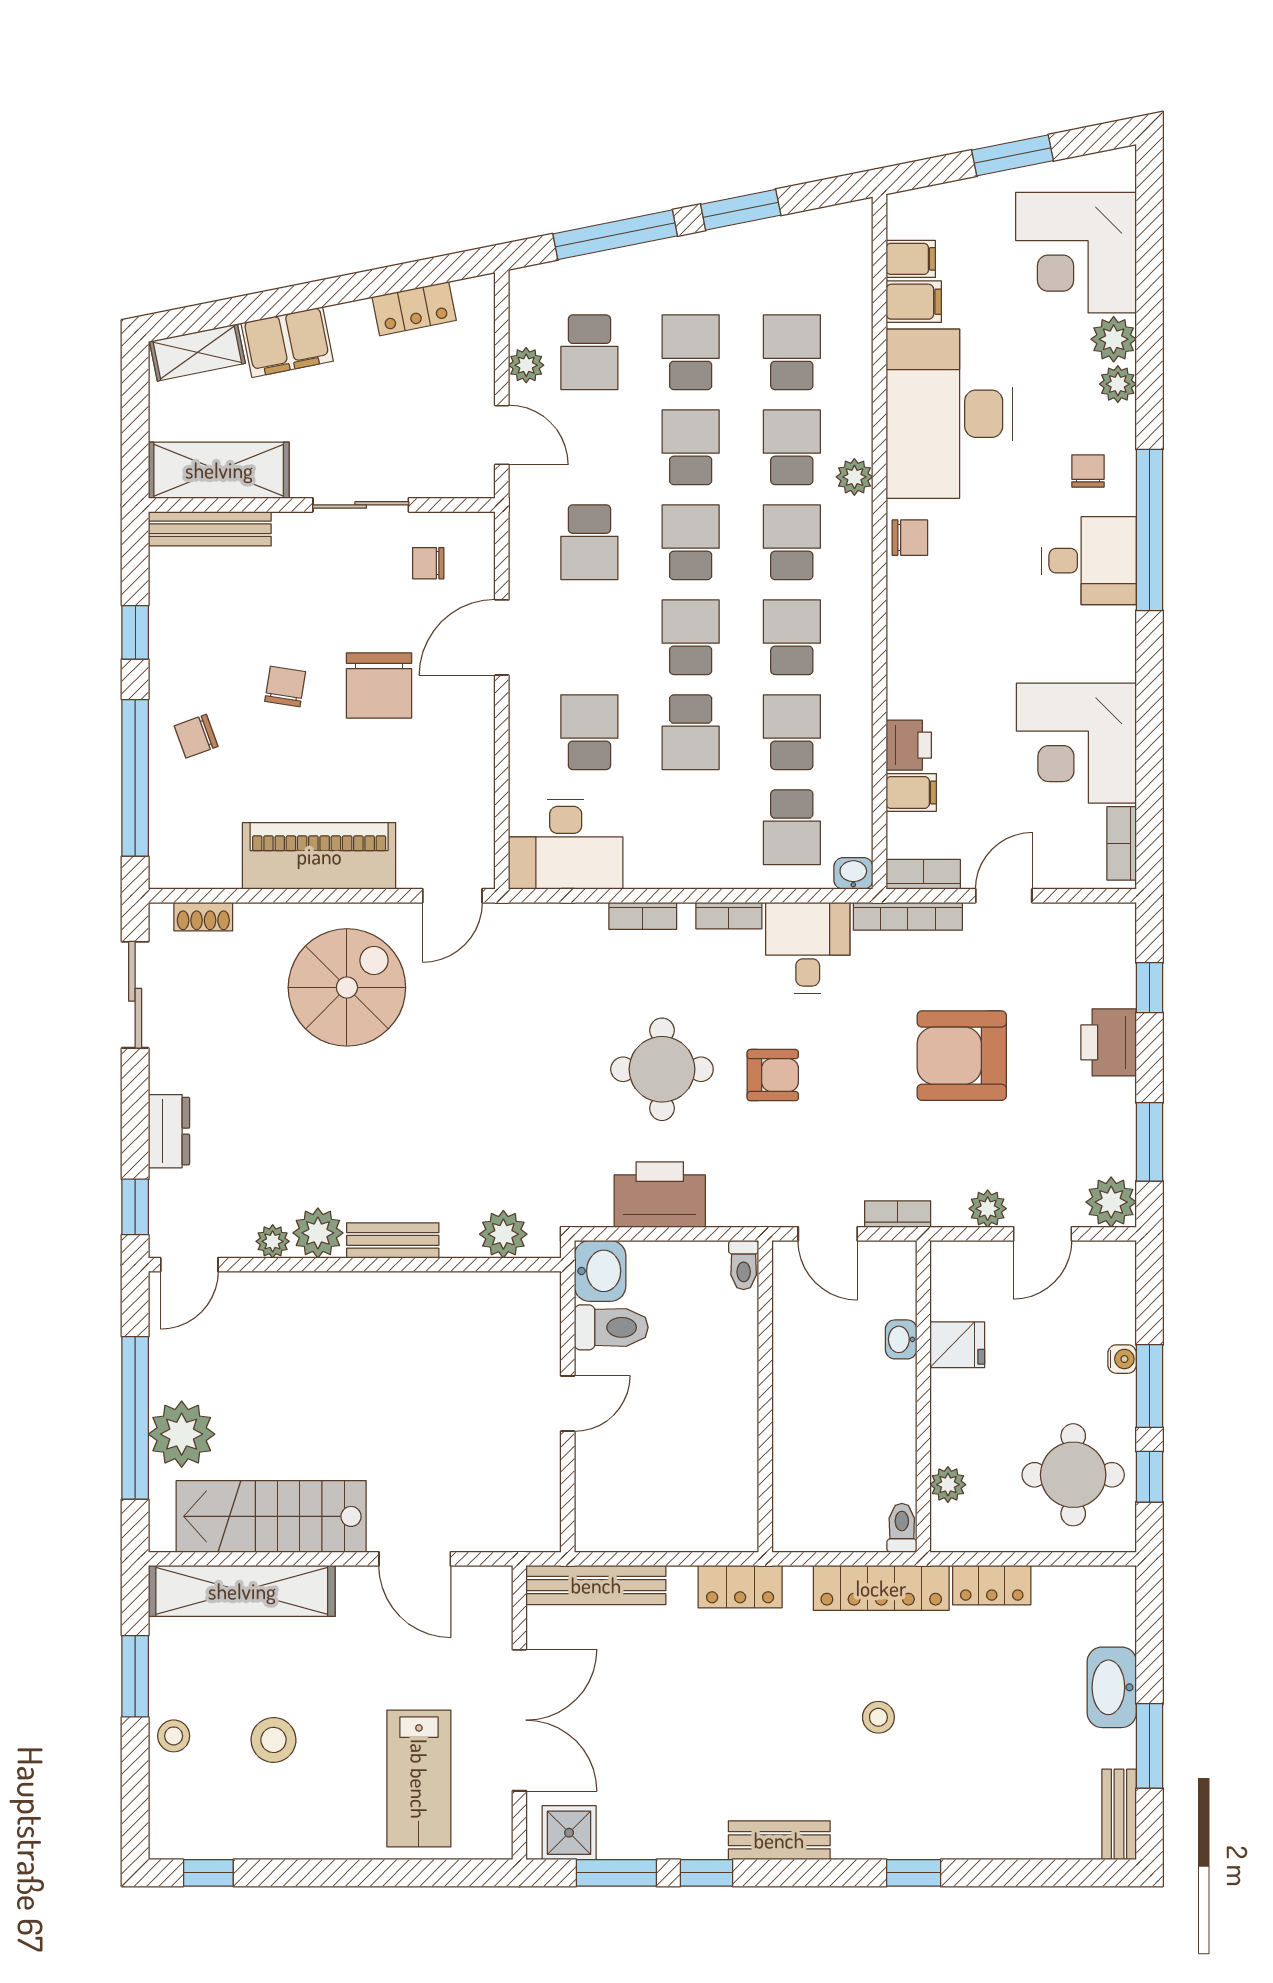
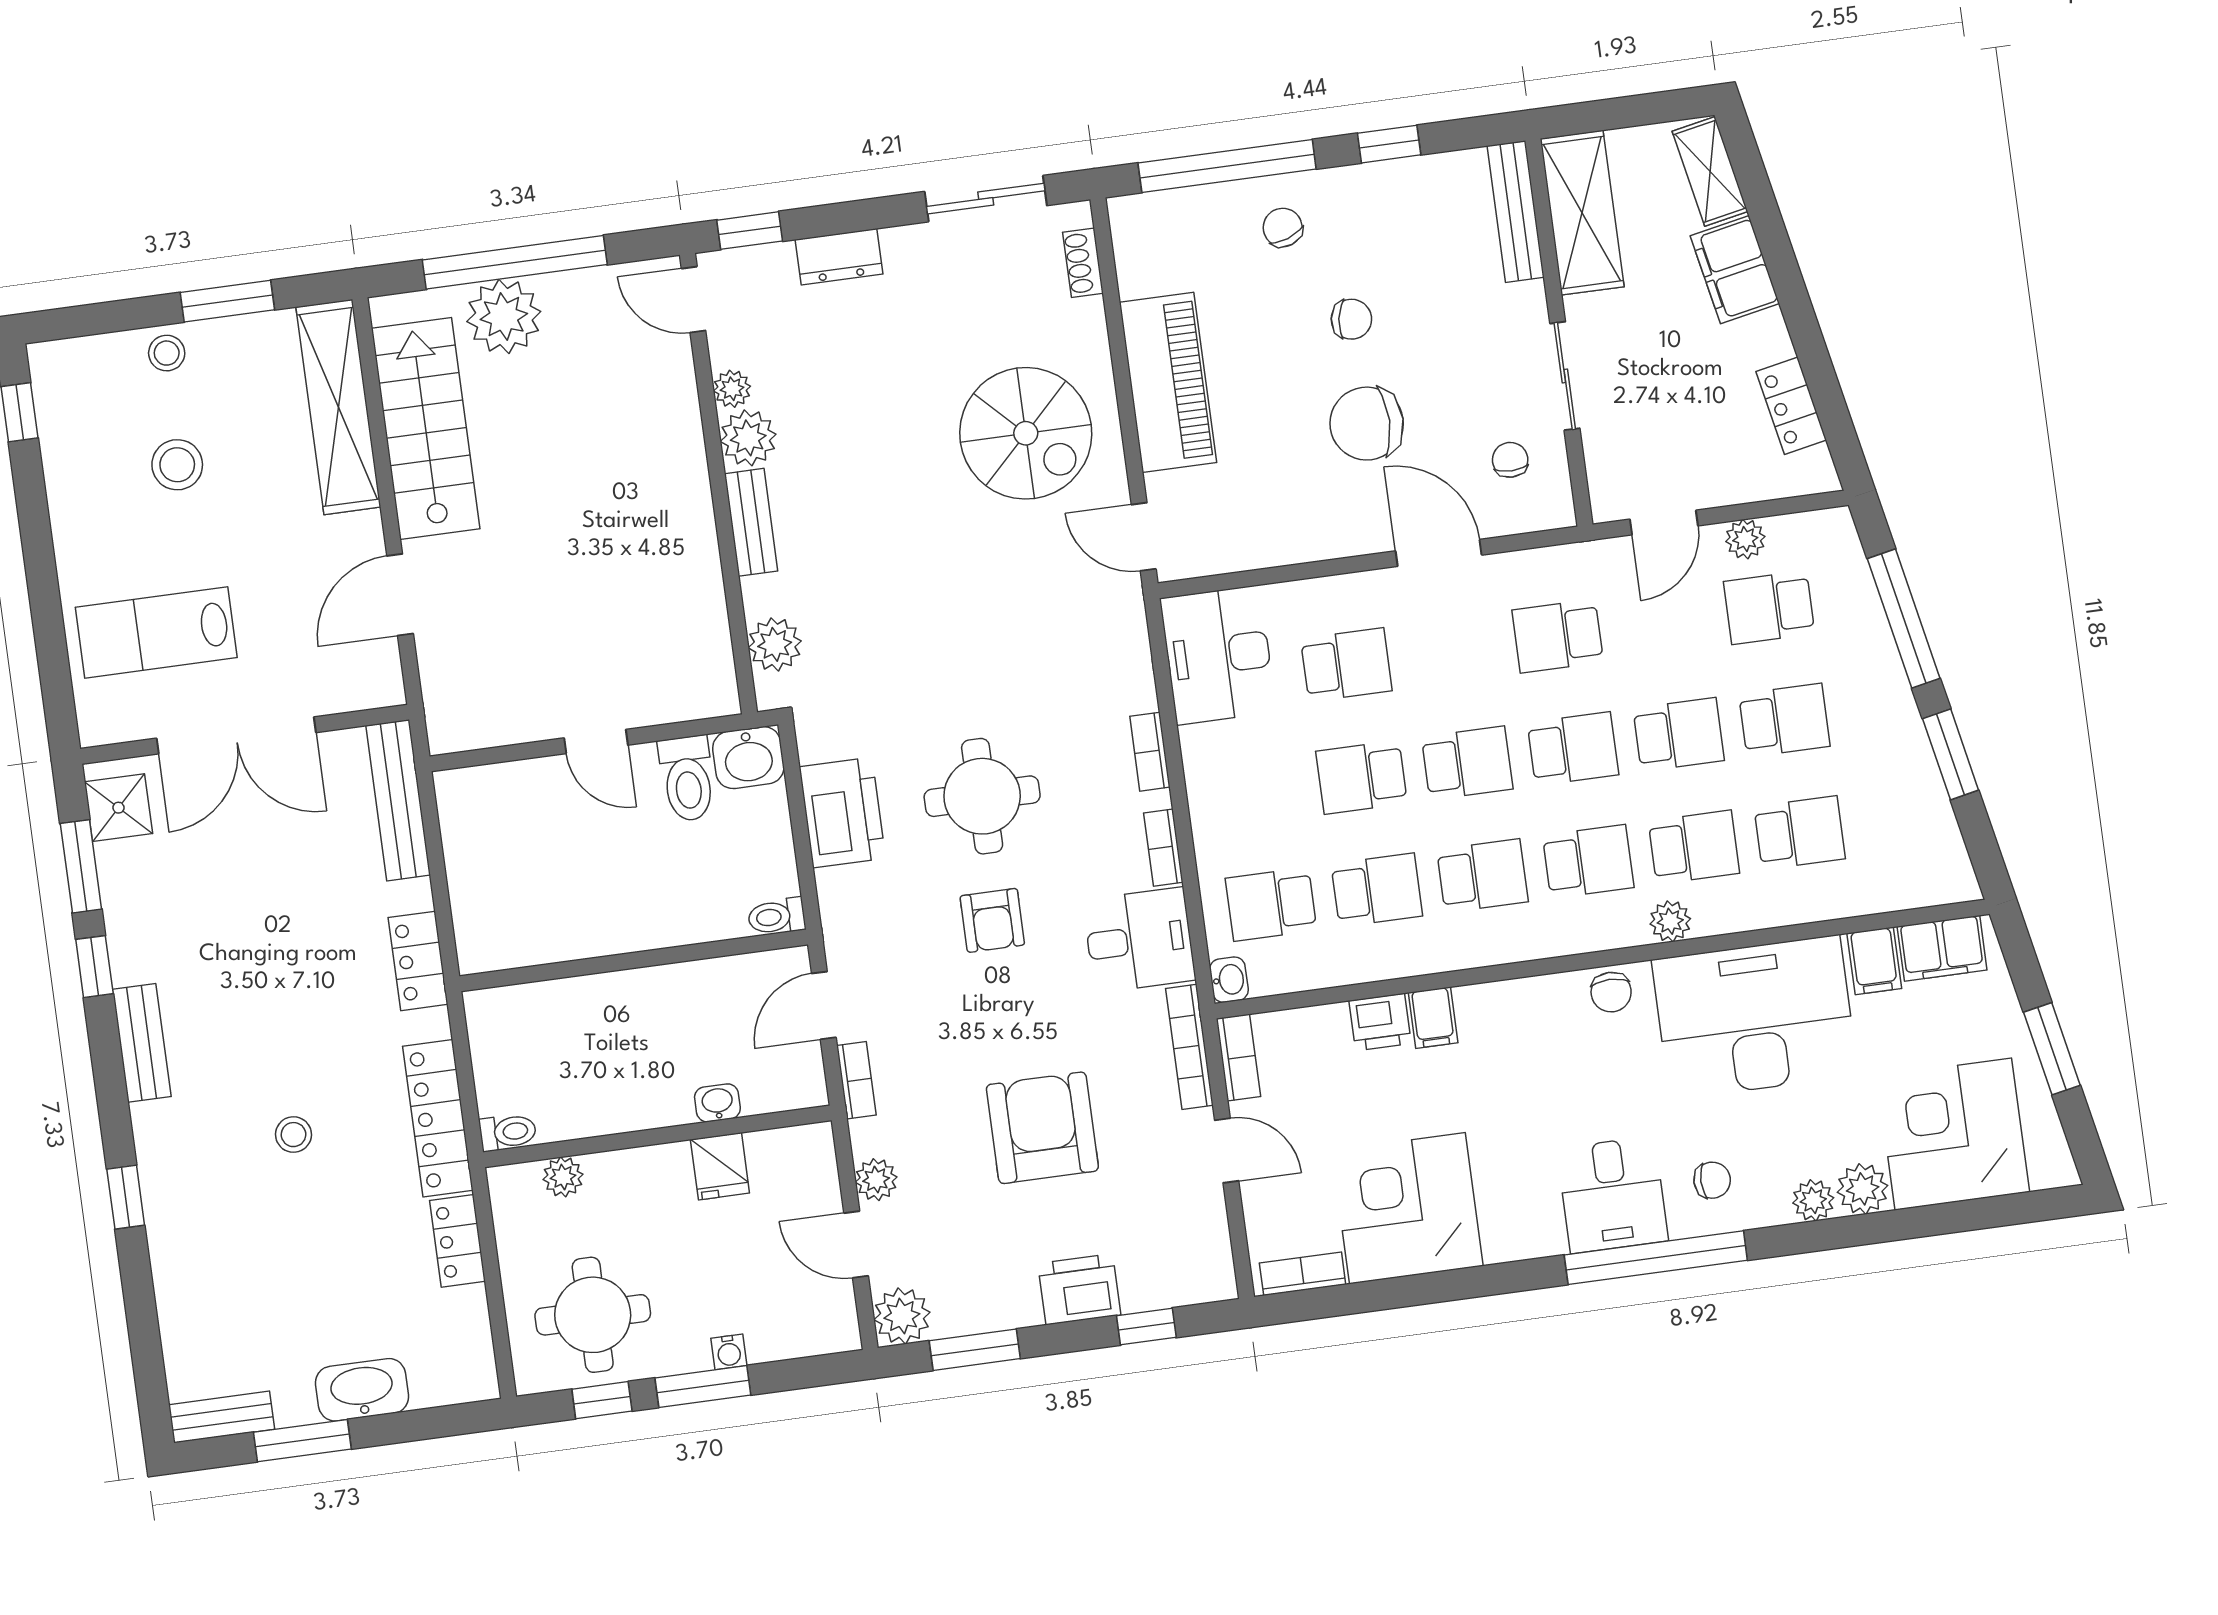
filing cabinet: (911, 259) -> (1942, 948), width x2.00
filing cabinet: (911, 792) -> (1433, 1018), moved

